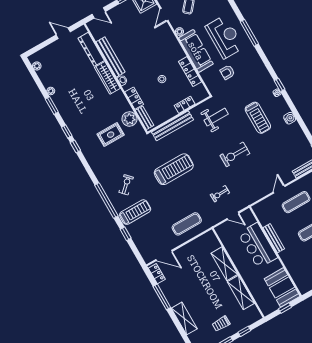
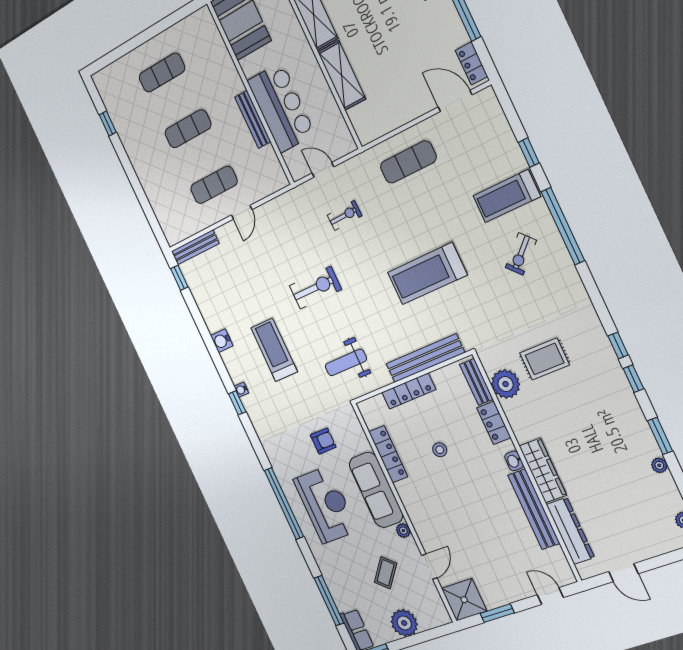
window: (249, 33) -> (284, 504), width x1.46
reception desk: (225, 37) -> (326, 505), turned 180
locker: (185, 105) -> (409, 391), width x1.53

